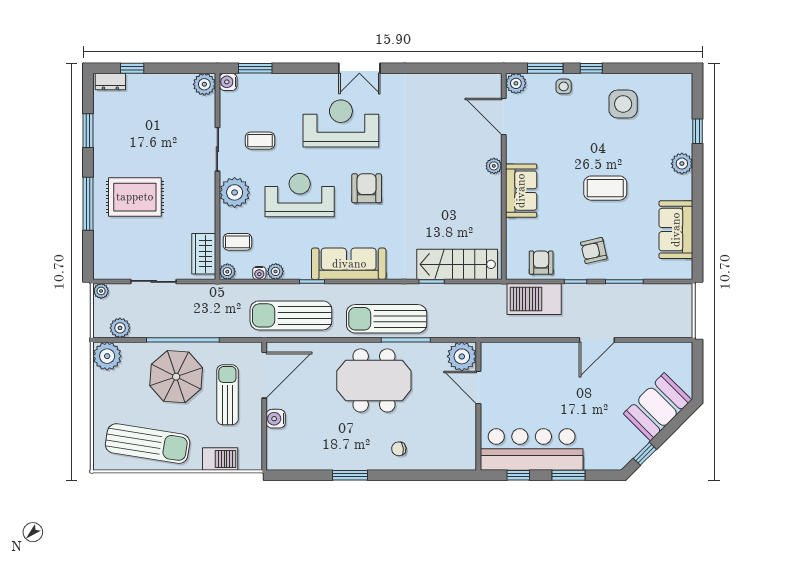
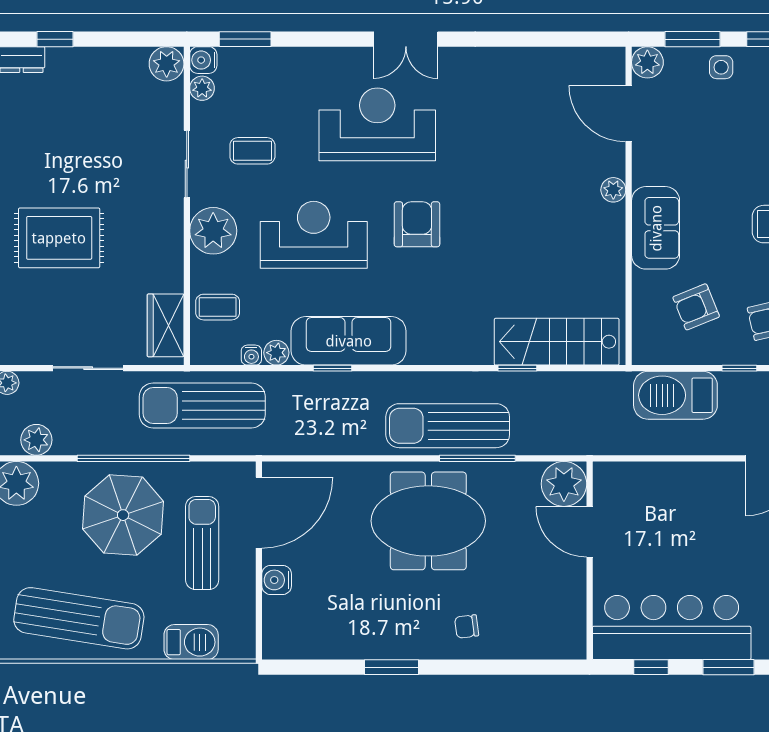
armchair: (541, 263) -> (696, 307), moved, turned -112
sofa: (349, 264) -> (349, 341), moved
plant: (227, 272) -> (202, 88), moved
sun lounger: (291, 315) -> (202, 405), moved

